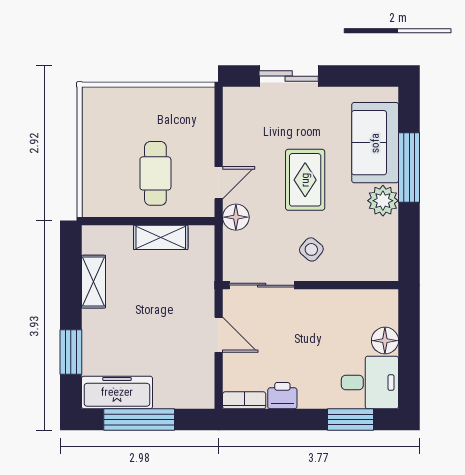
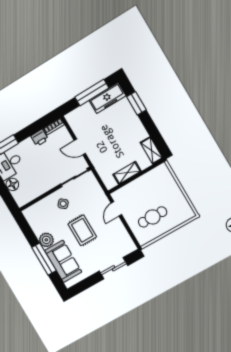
cafe table: (155, 173) -> (153, 217), moved, turned 90
floor lamp: (236, 217) -> (101, 199), removed
shelving: (93, 282) -> (151, 150), moved

